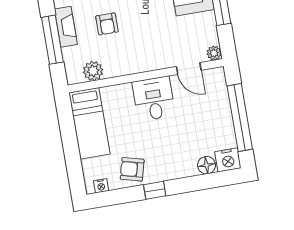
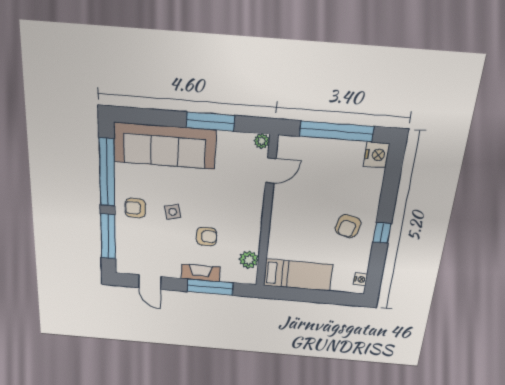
desk: (154, 99) -> (292, 212), removed
floor lamp: (207, 165) -> (375, 177), removed
armchair: (132, 169) -> (348, 226), moved

